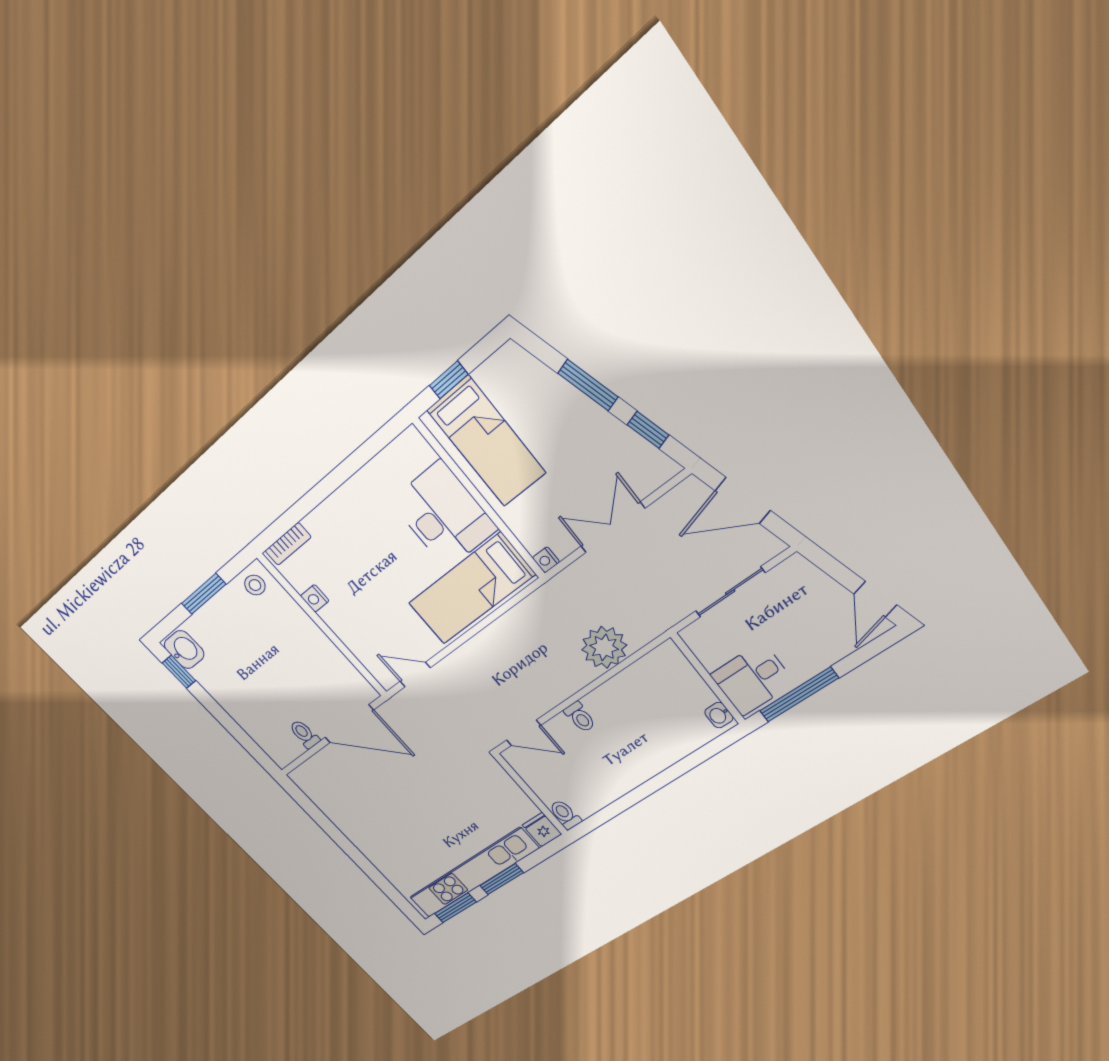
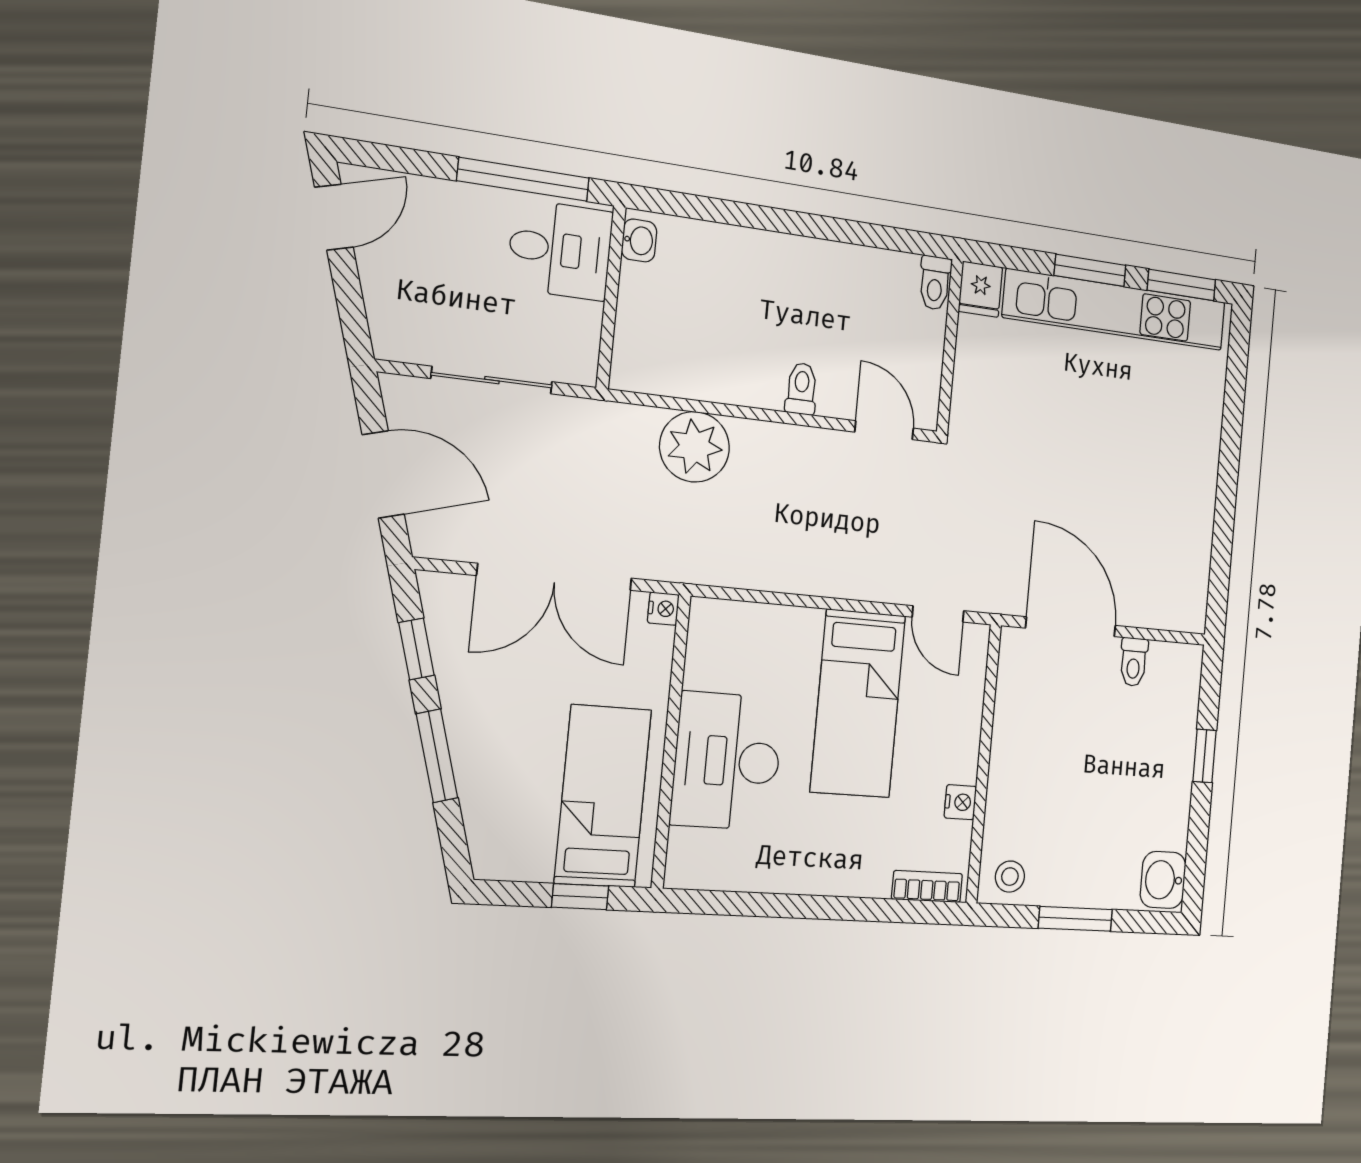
double door: (613, 527) -> (555, 577), width x1.37
bed: (472, 589) -> (858, 703), moved, turned 90
window: (179, 672) -> (1204, 756), moved

